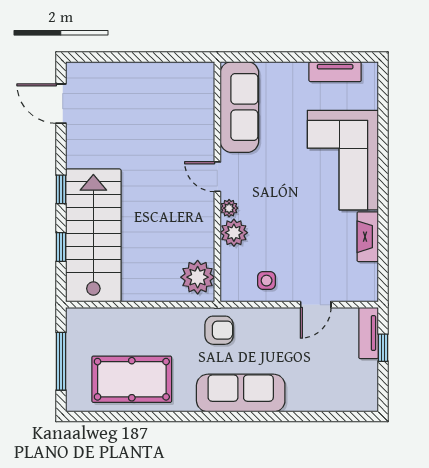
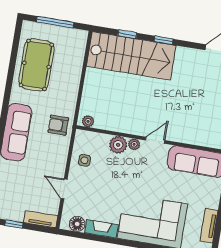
floor lamp: (366, 275) -> (77, 224), added
plant: (198, 277) -> (88, 121), width x0.53, depth x0.53
armchair: (219, 330) -> (58, 125), turned 90
window: (383, 348) -> (14, 224), moved

